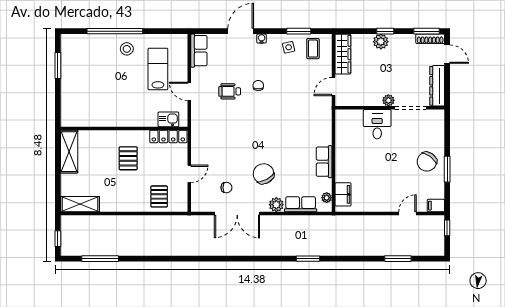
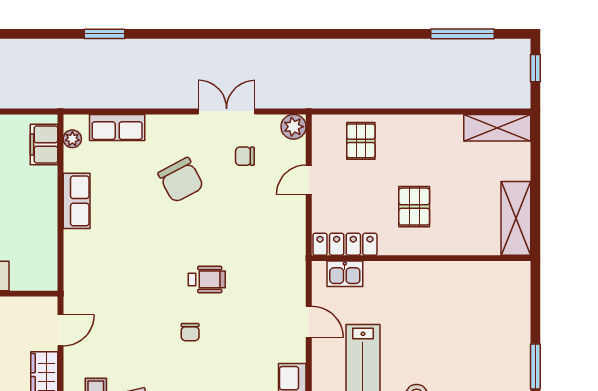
wheelchair: (230, 91) -> (207, 279), moved
plant: (276, 205) -> (294, 127), moved
double door: (237, 214) -> (227, 111), width x0.73

